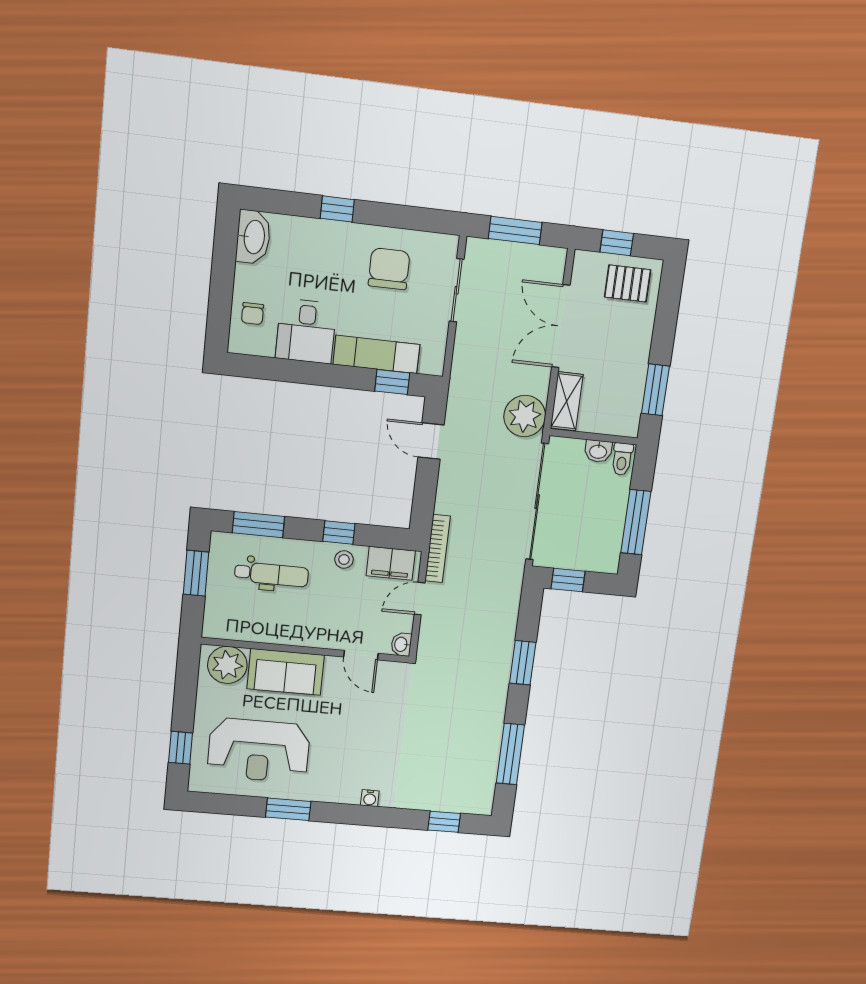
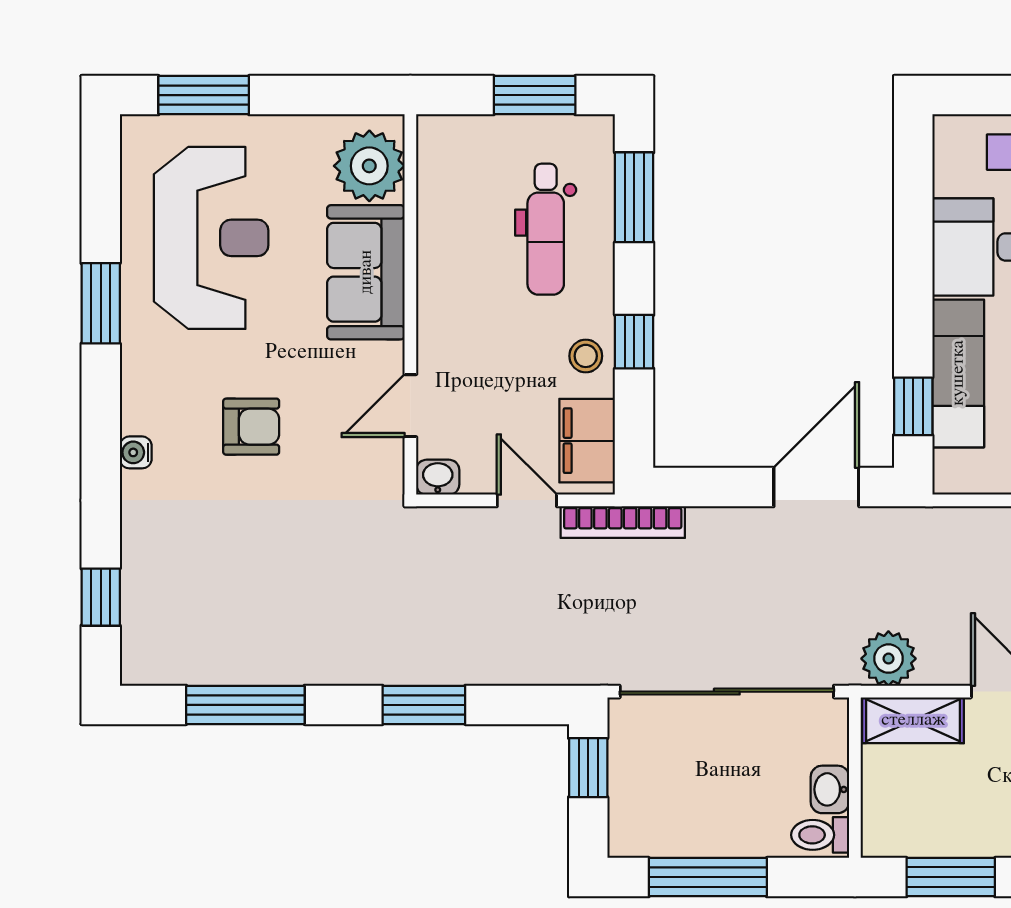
plant: (525, 416) -> (888, 659), width x0.73, depth x0.73
door: (431, 441) -> (816, 487), width x1.37
armchair: (363, 738) -> (251, 427), added
window: (180, 748) -> (204, 95), width x1.50
reception desk: (259, 750) -> (211, 238), turned 180

